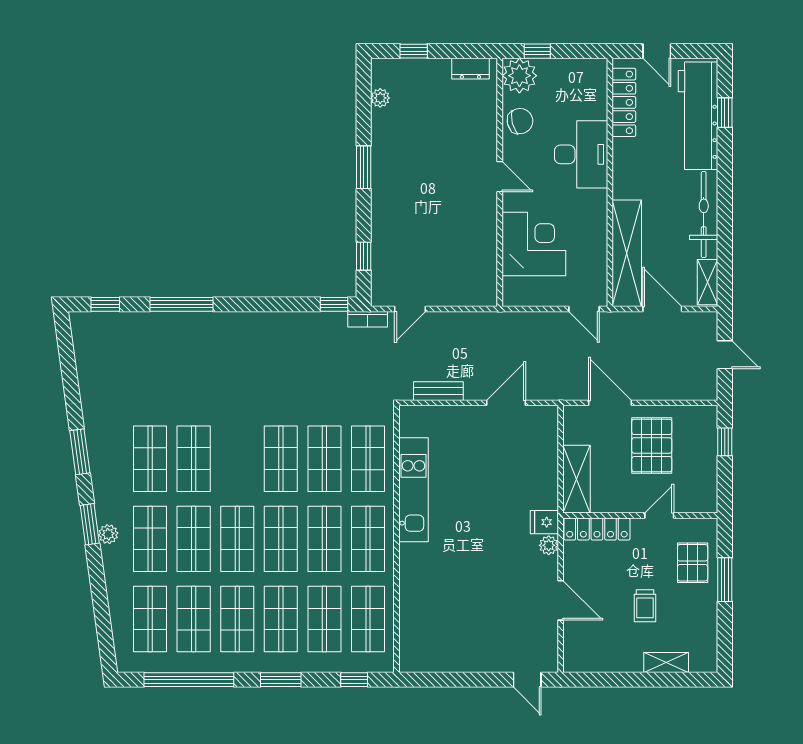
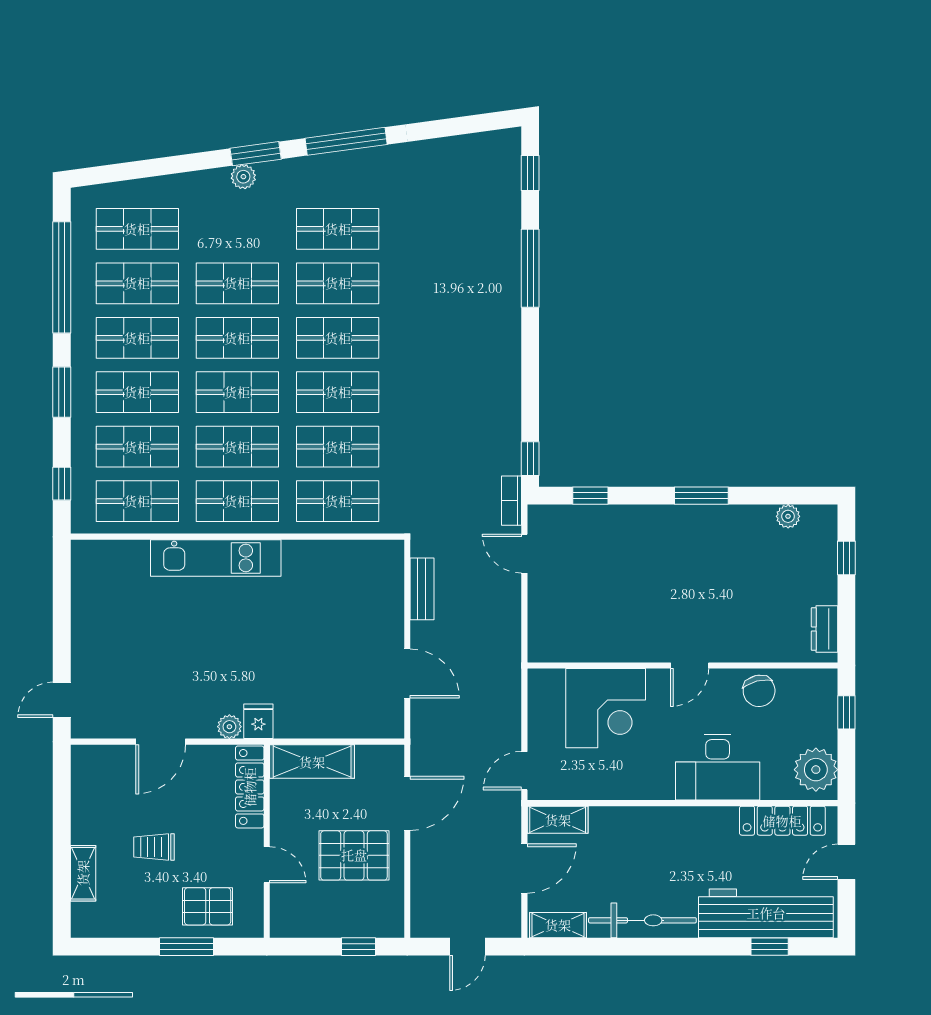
plant: (519, 76) -> (816, 770), moved
shelving: (627, 253) -> (558, 820), width x0.45, depth x0.75
window: (80, 452) -> (346, 141), width x1.44
kitchen unit: (414, 490) -> (216, 558), moved
shop shelf: (150, 539) -> (338, 338), moved

